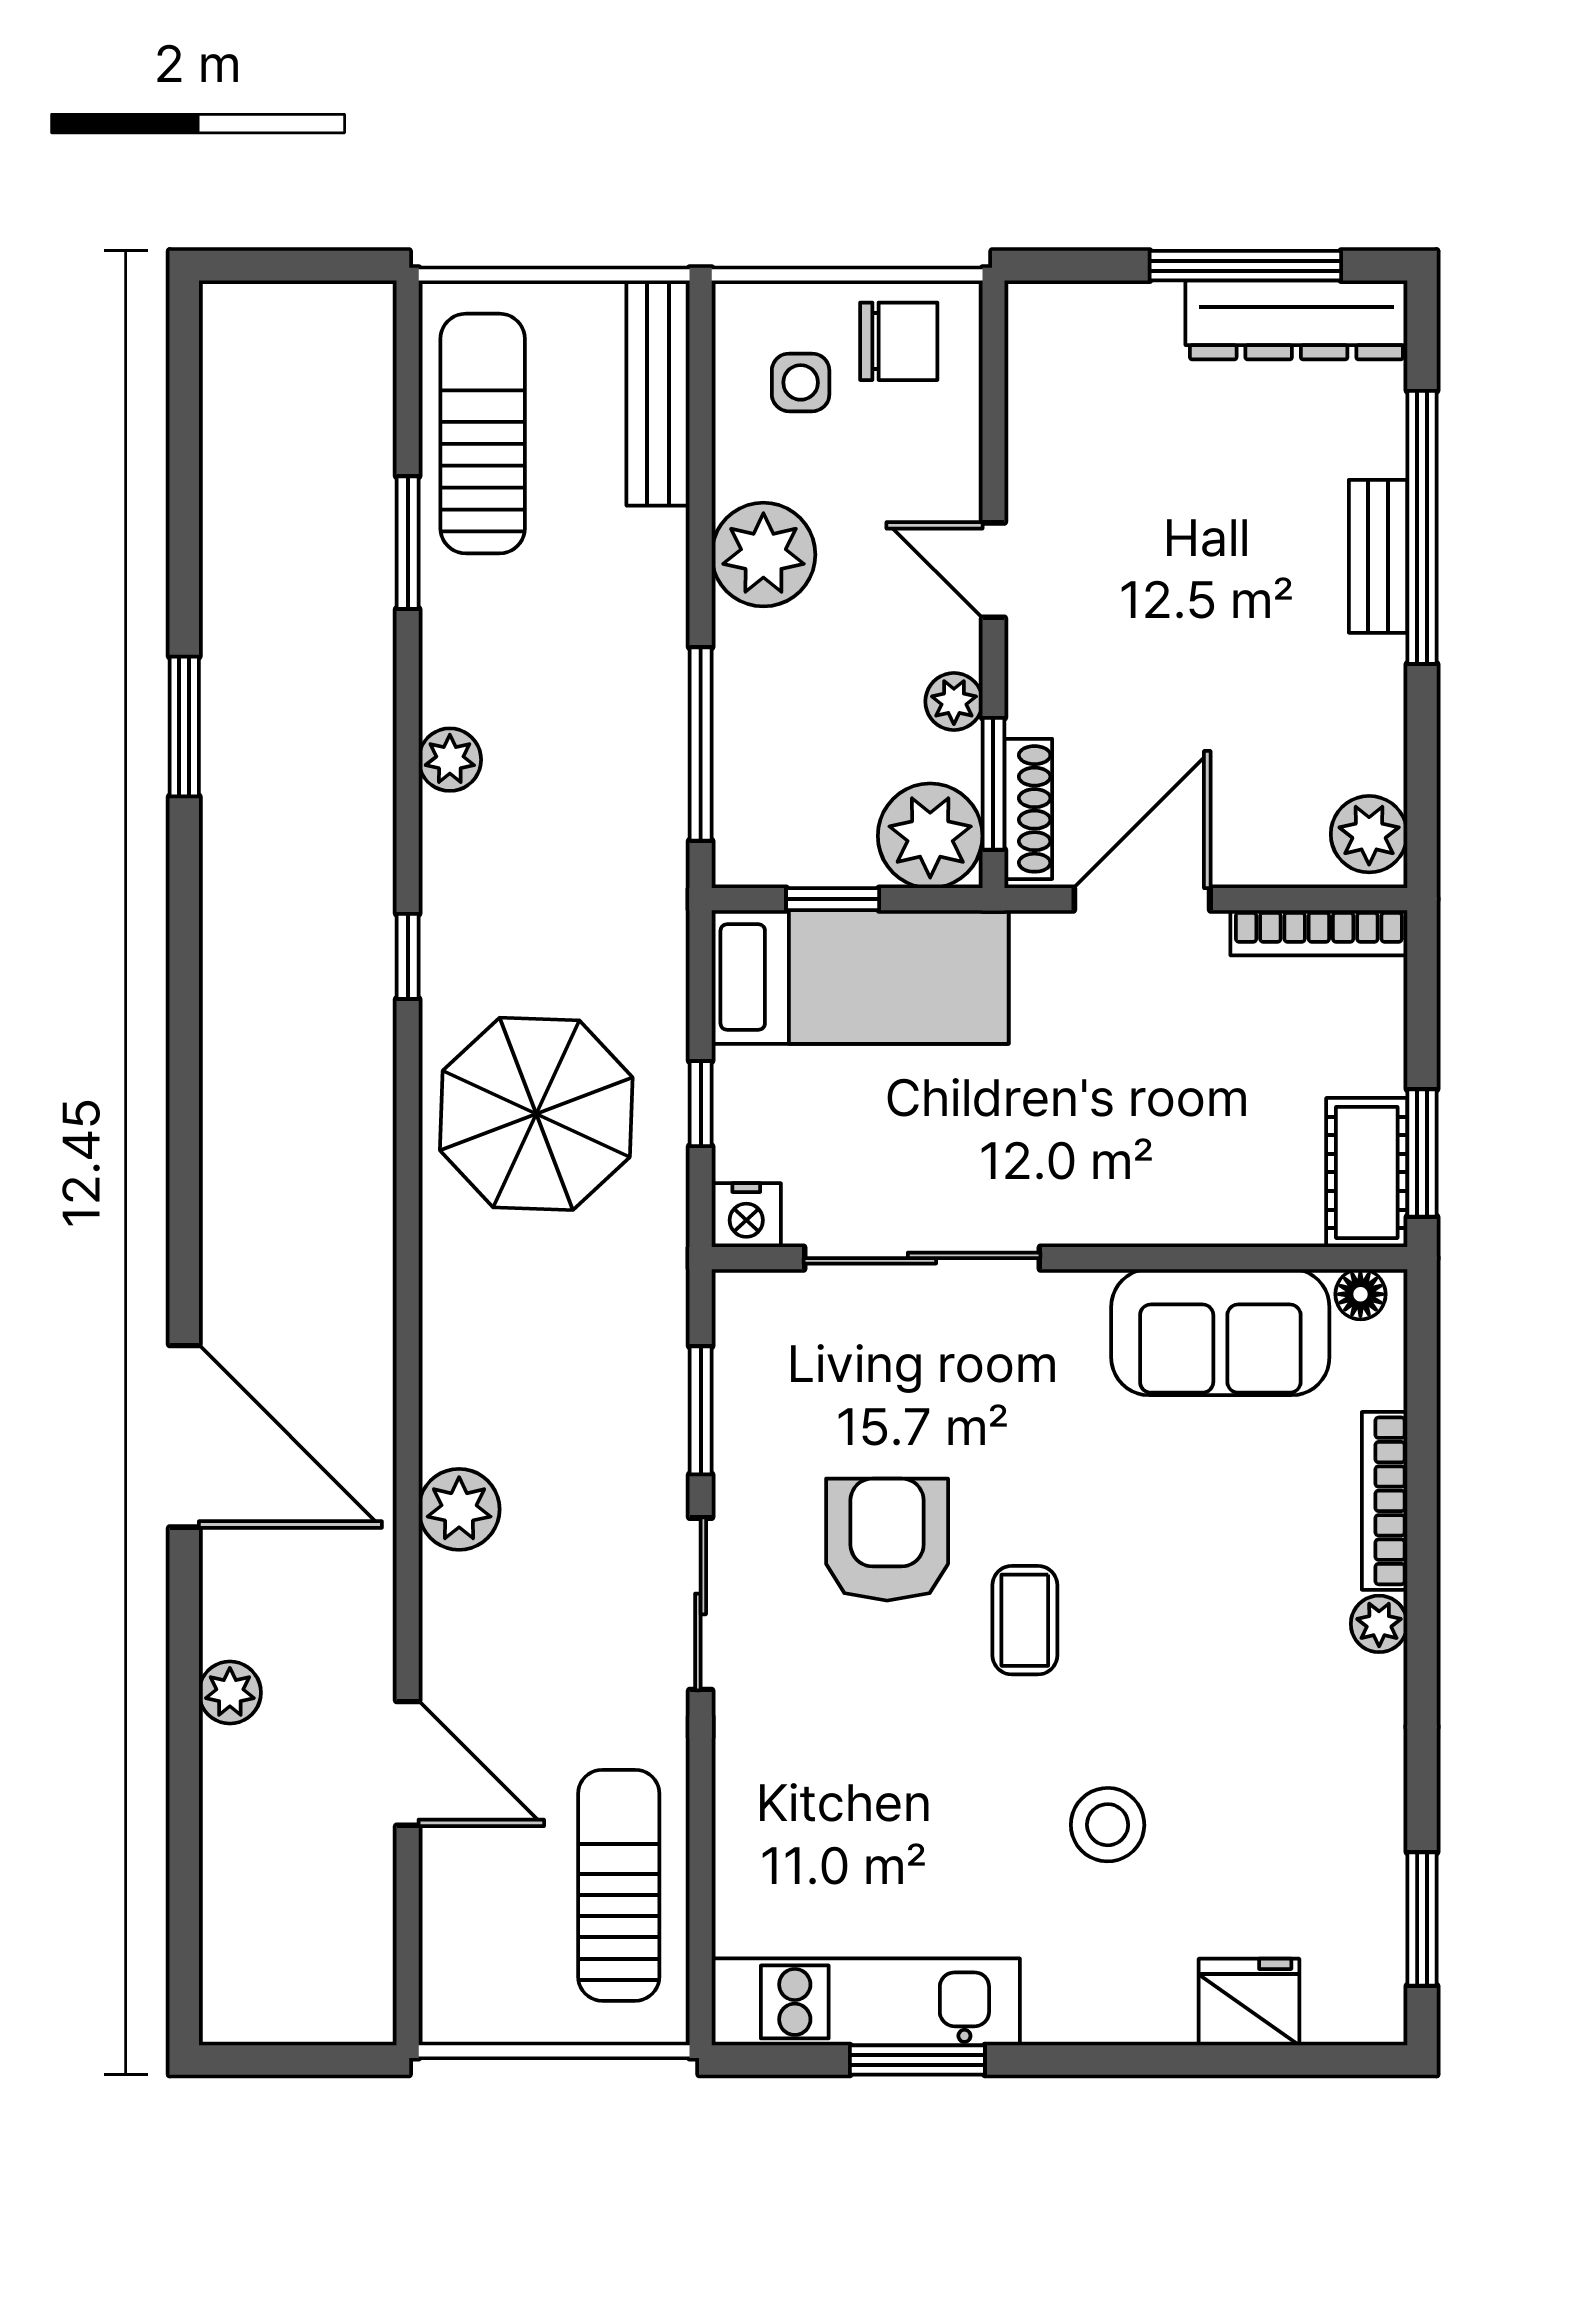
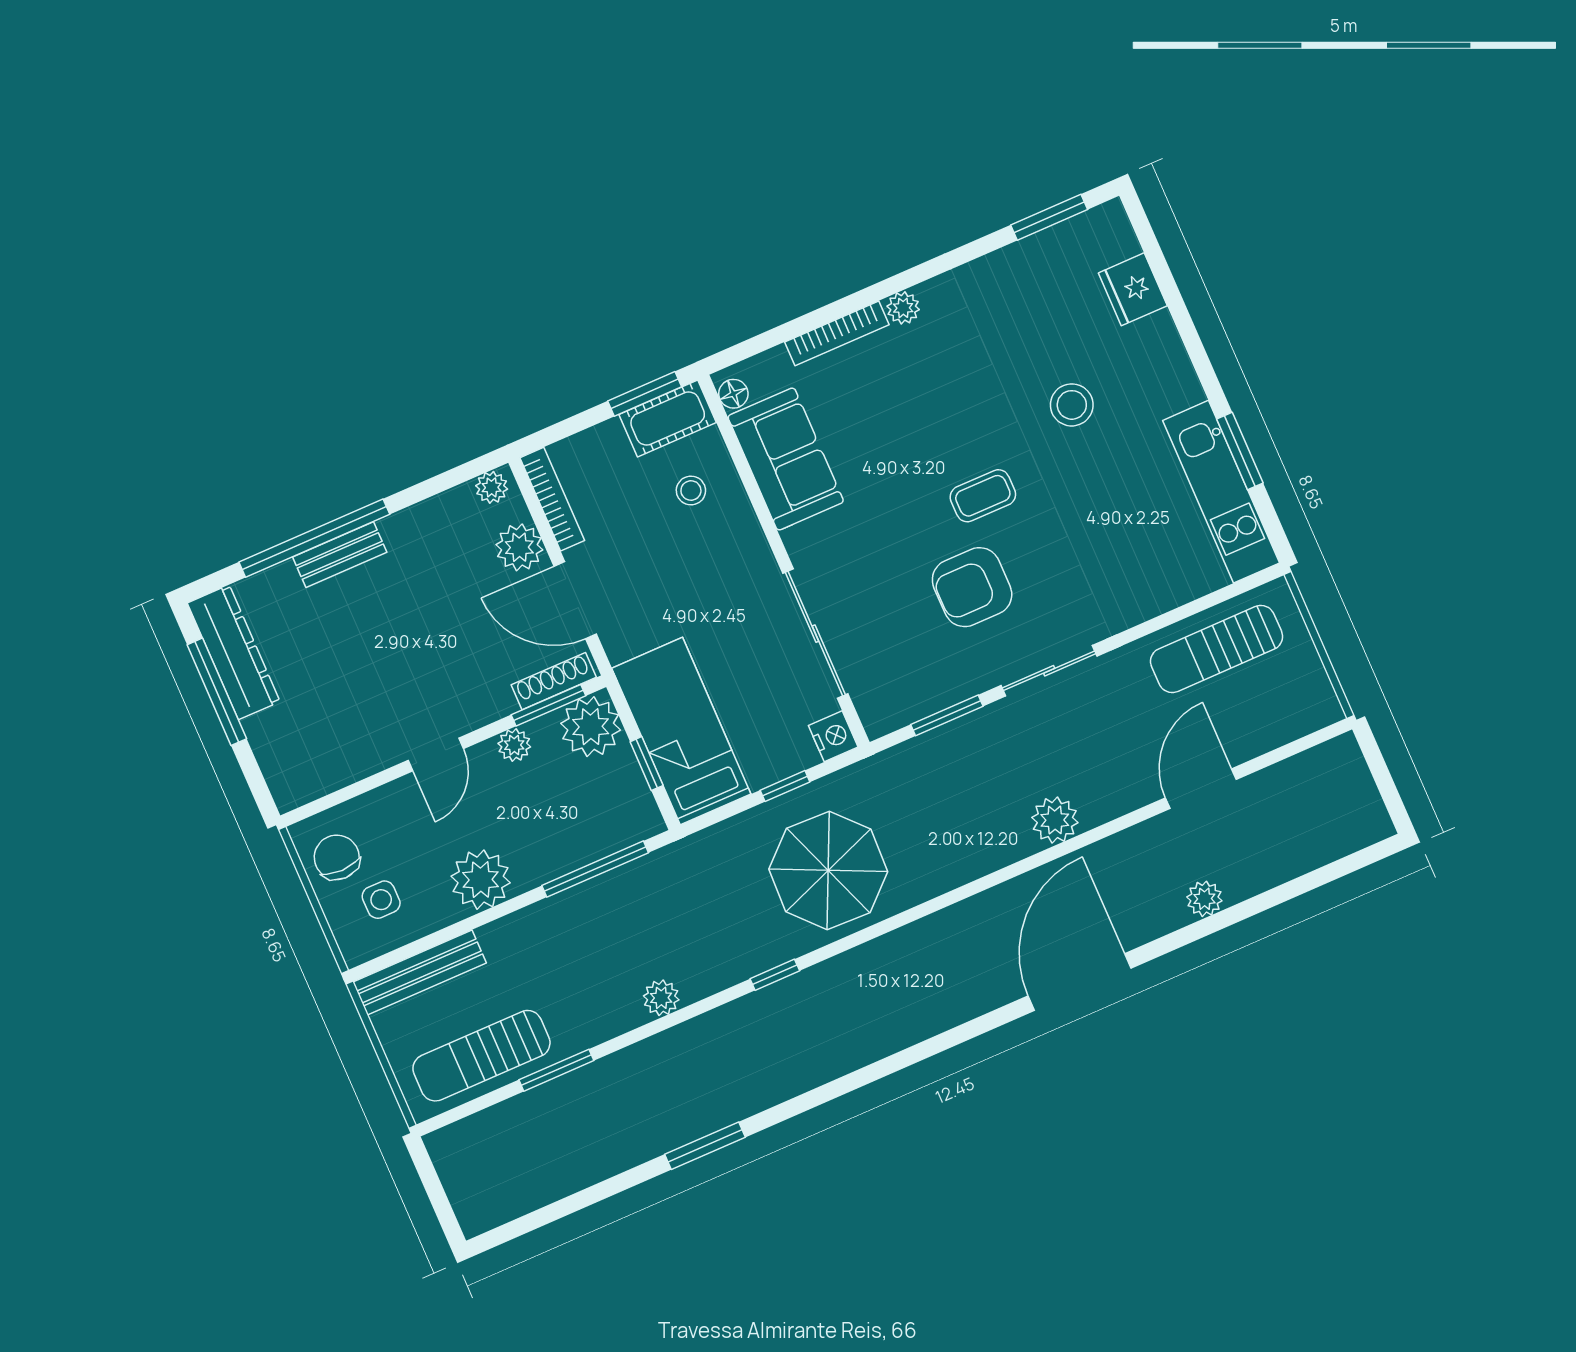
plant: (1369, 834) -> (492, 487), width x0.73, depth x0.73
plant: (1265, 847) -> (519, 547), added
stool: (1236, 1159) -> (691, 491), added

